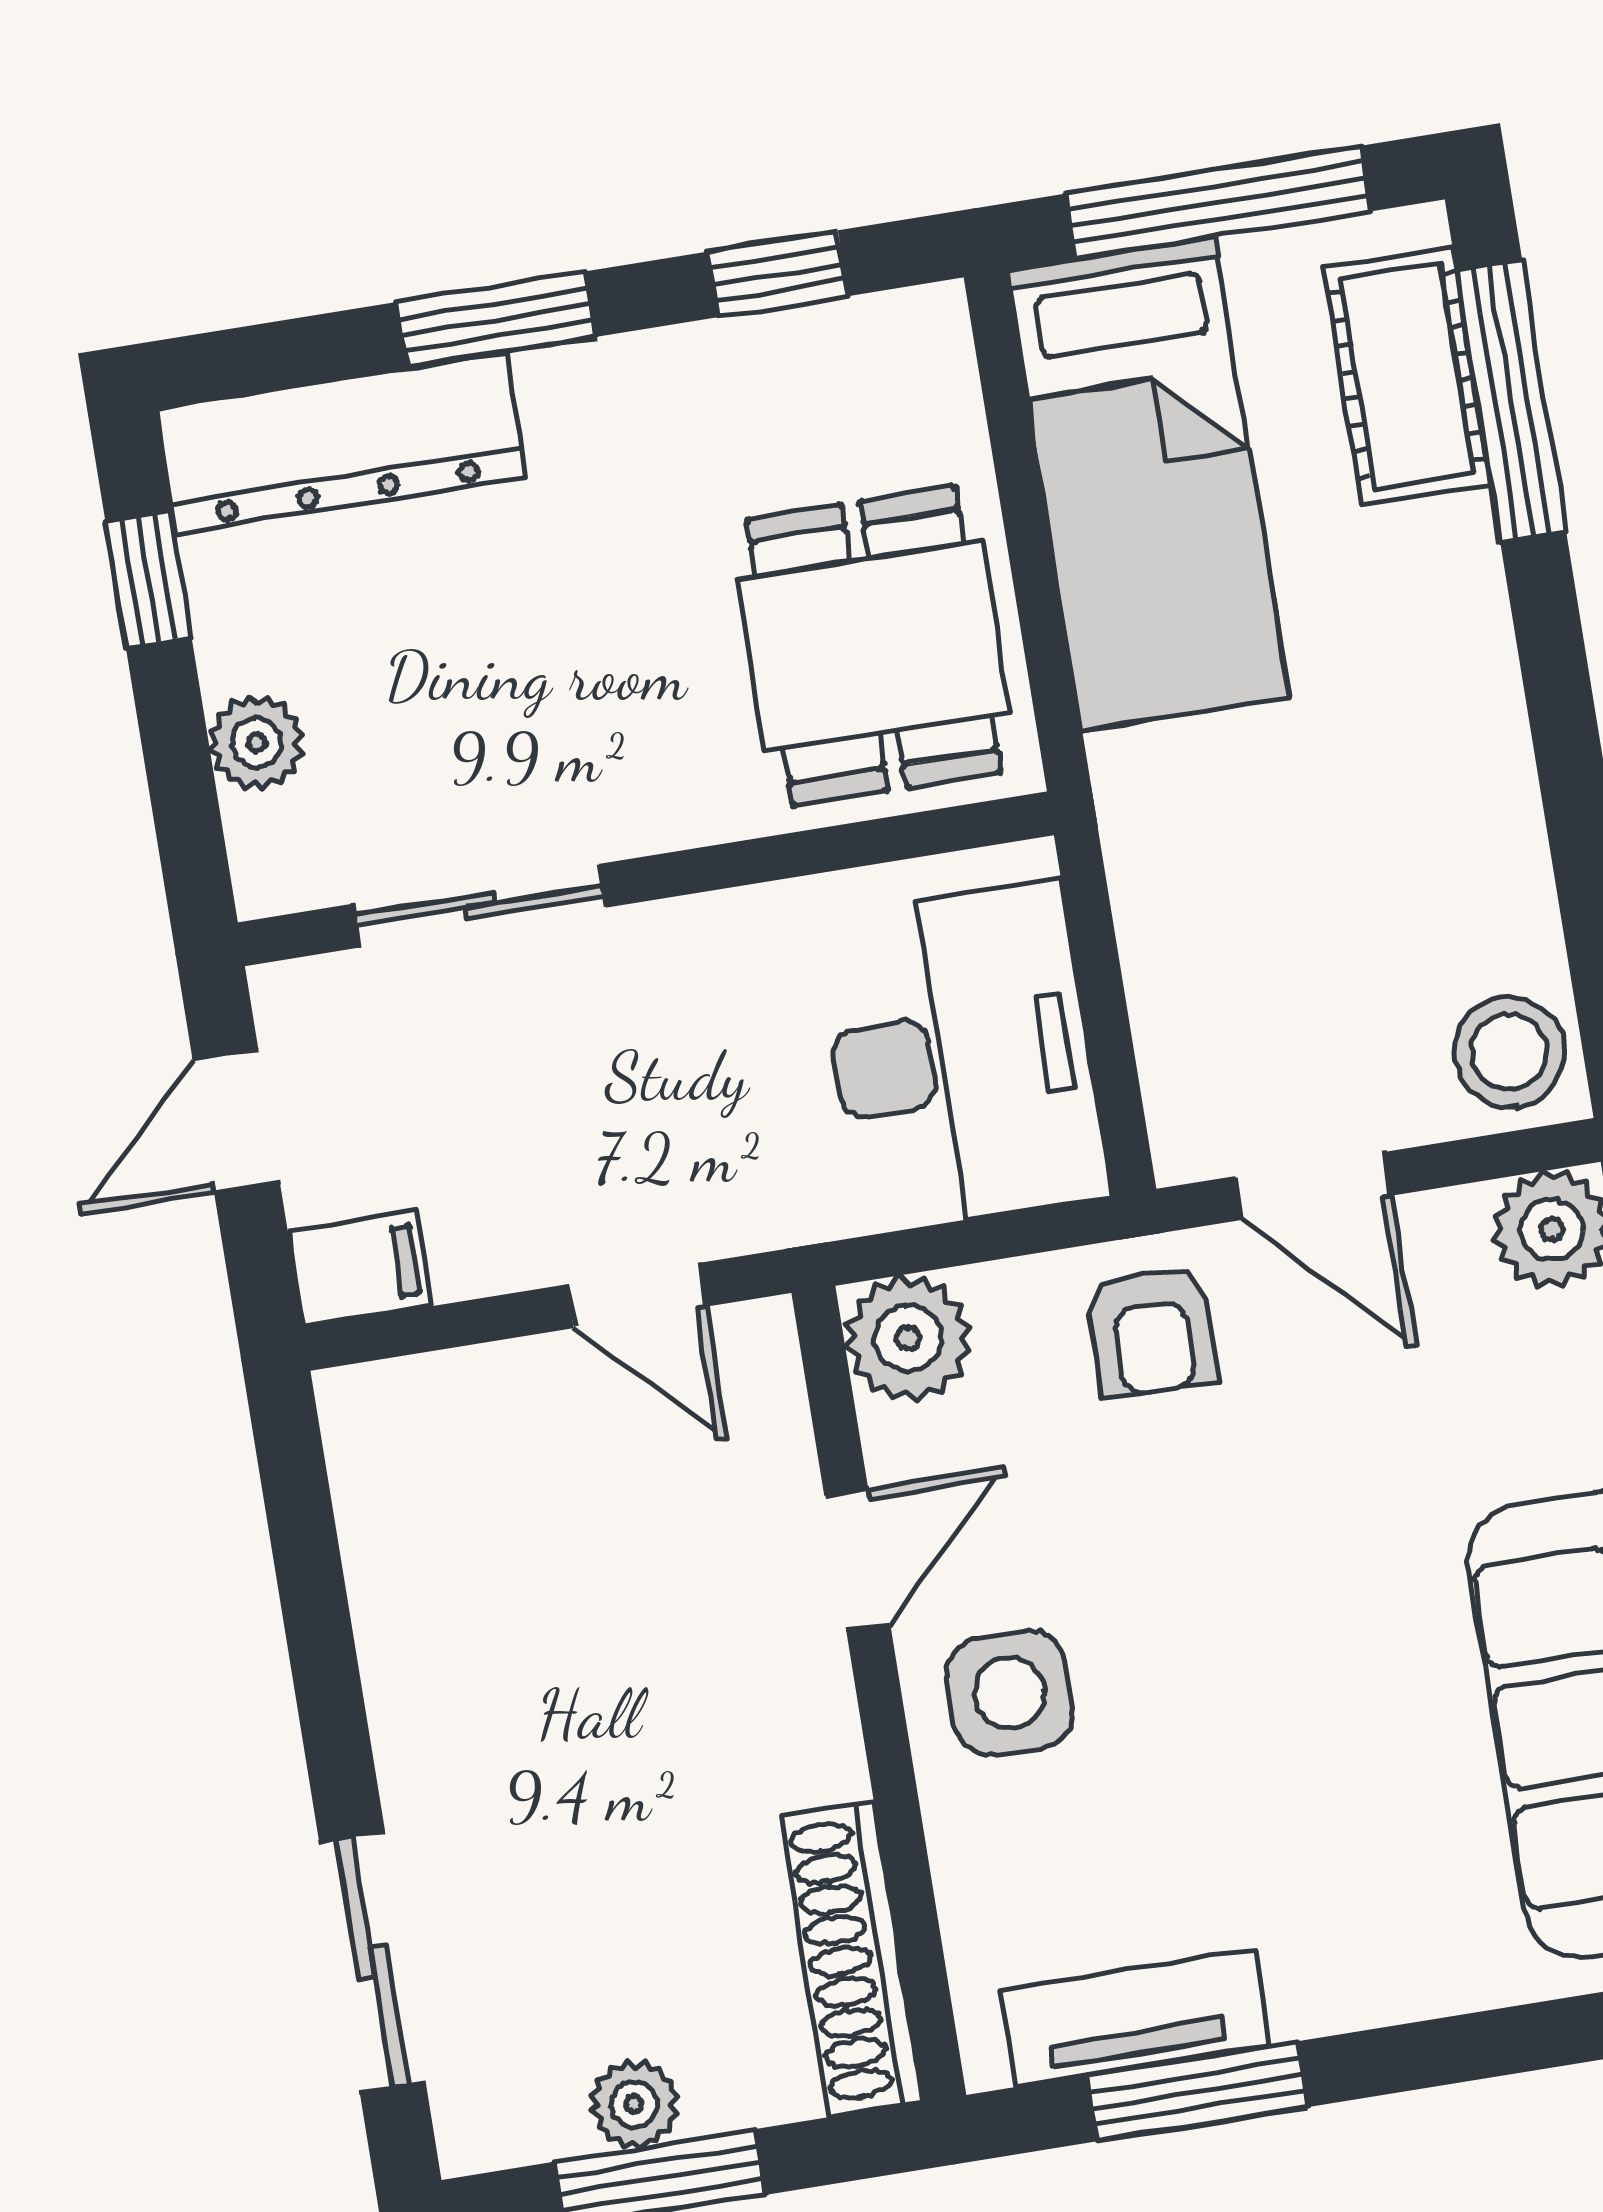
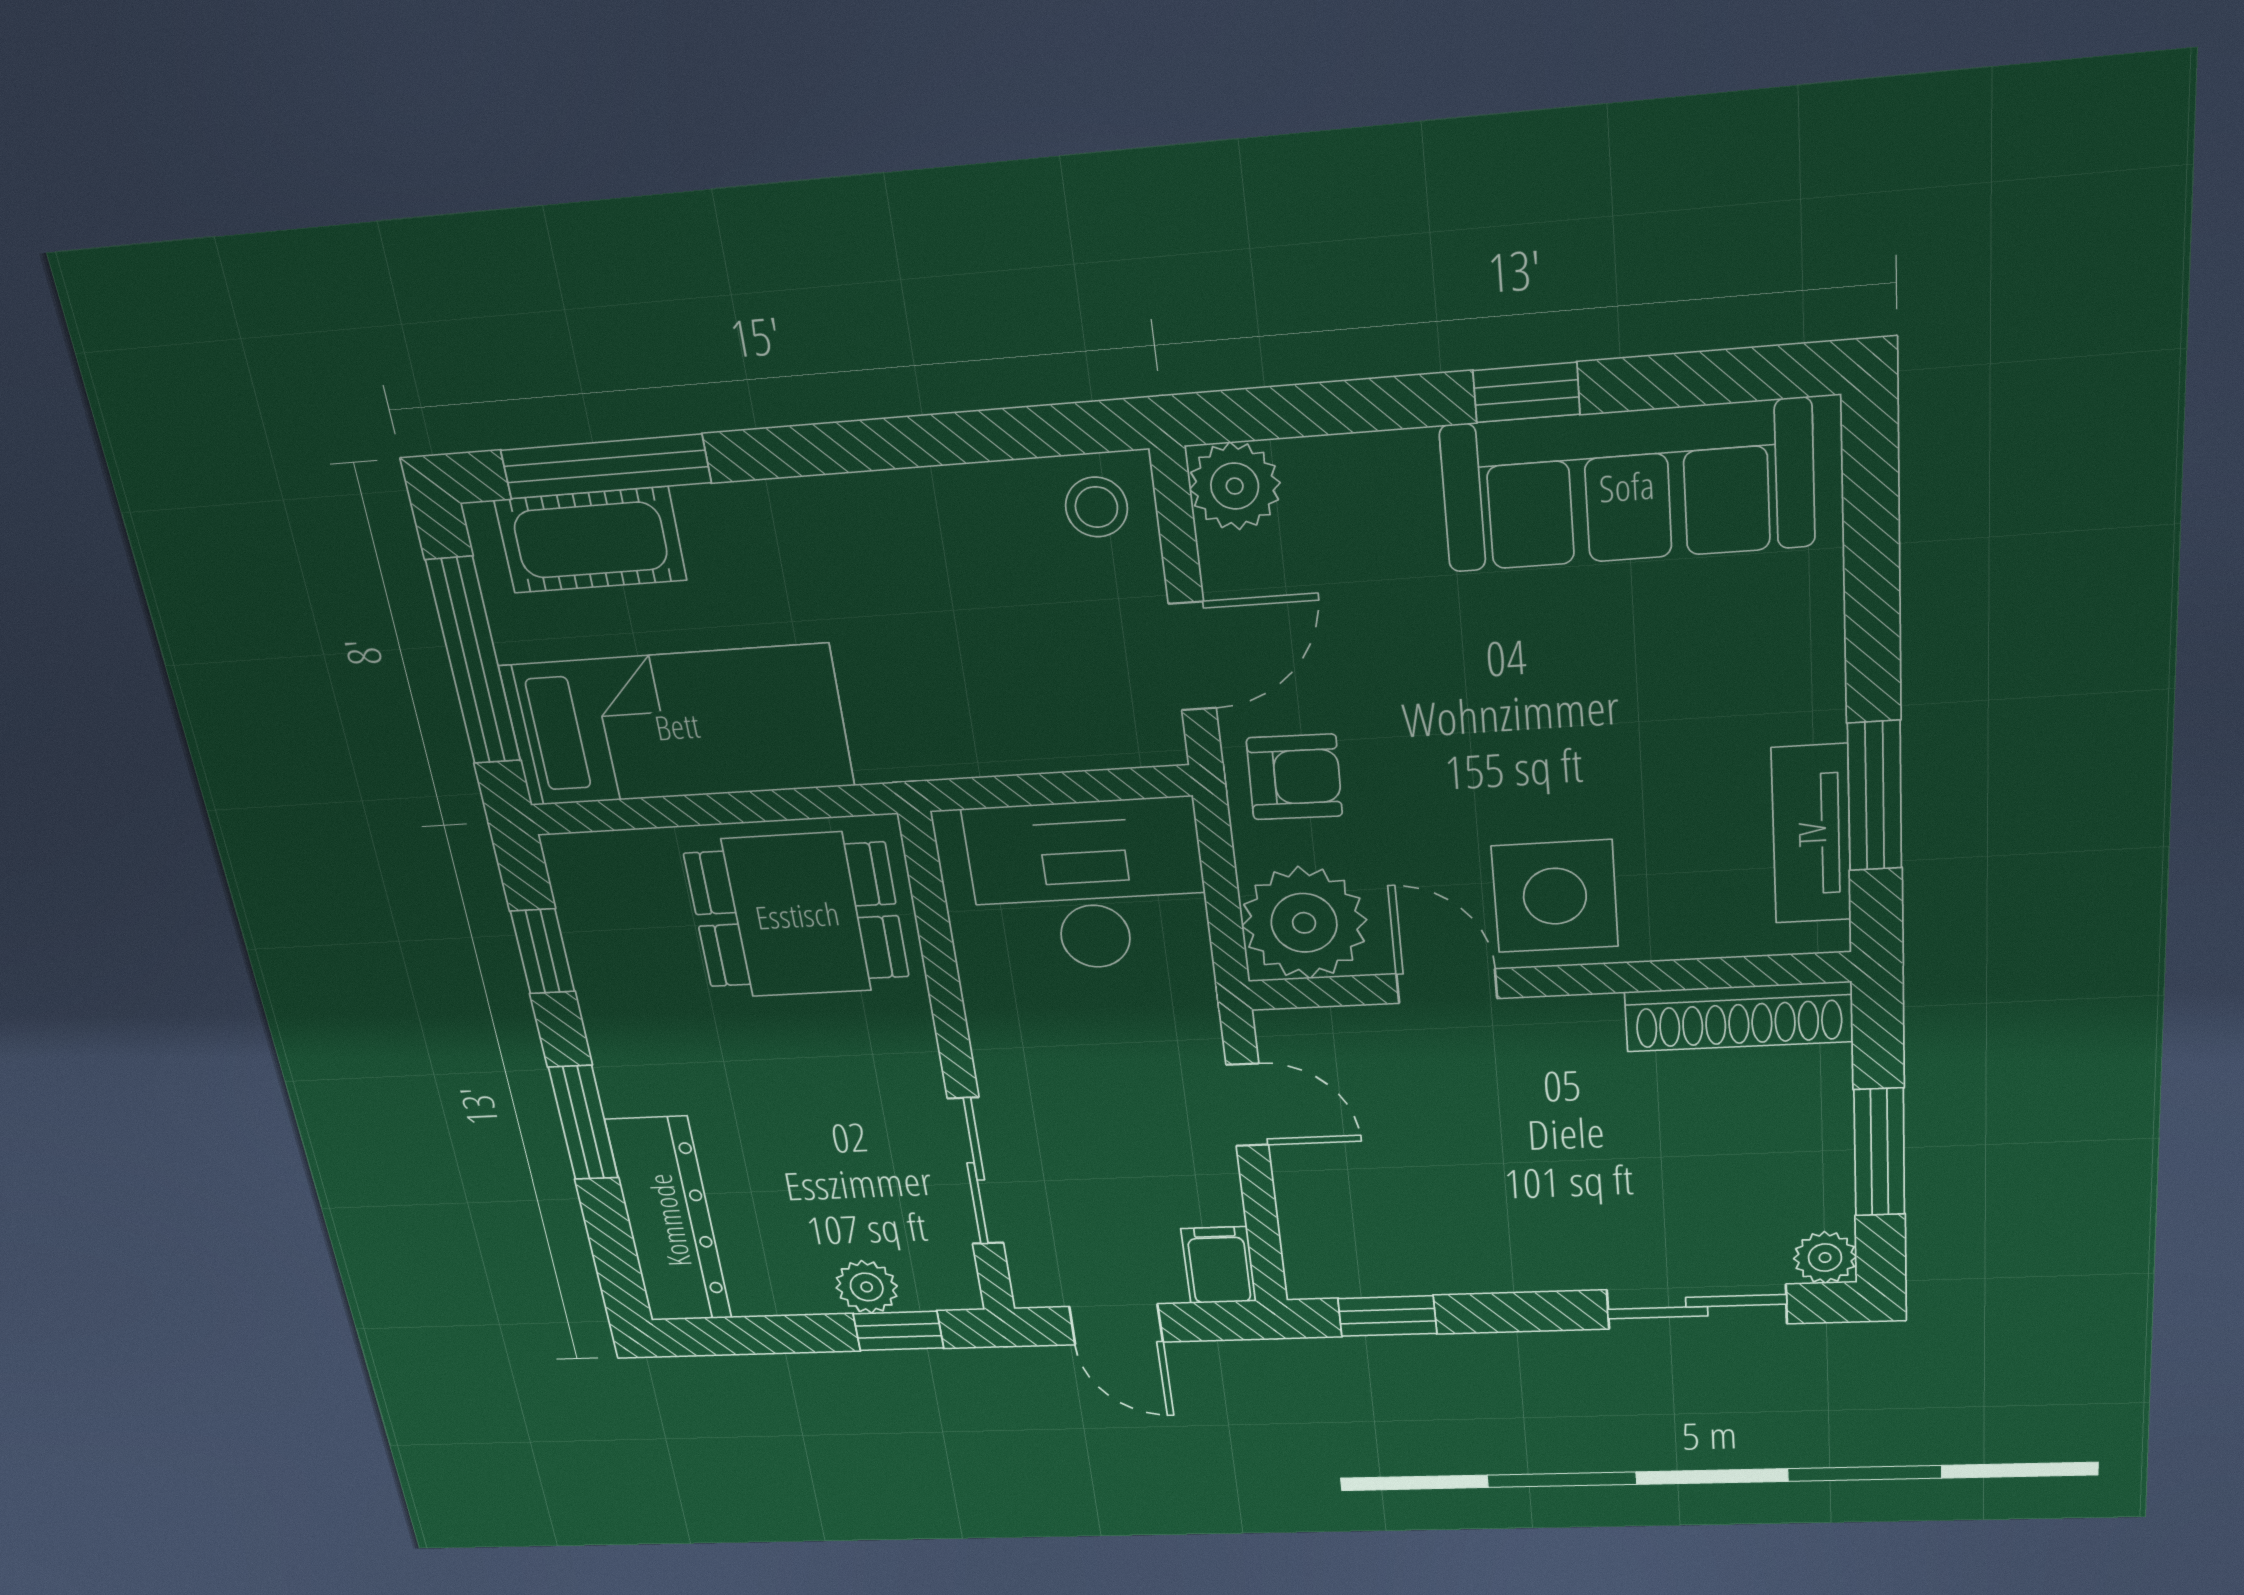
window: (148, 579) -> (898, 1331), moved
stool: (1509, 1052) -> (1096, 507), width x0.73, depth x0.73
door: (637, 1296) -> (1247, 1105), hinge flipped
plant: (908, 1338) -> (1304, 923), width x1.36, depth x1.36
window: (301, 1520) -> (1387, 1316), added
side table: (1010, 1693) -> (1555, 896), width x1.37, depth x1.37
plant: (634, 2104) -> (1825, 1258), moved

